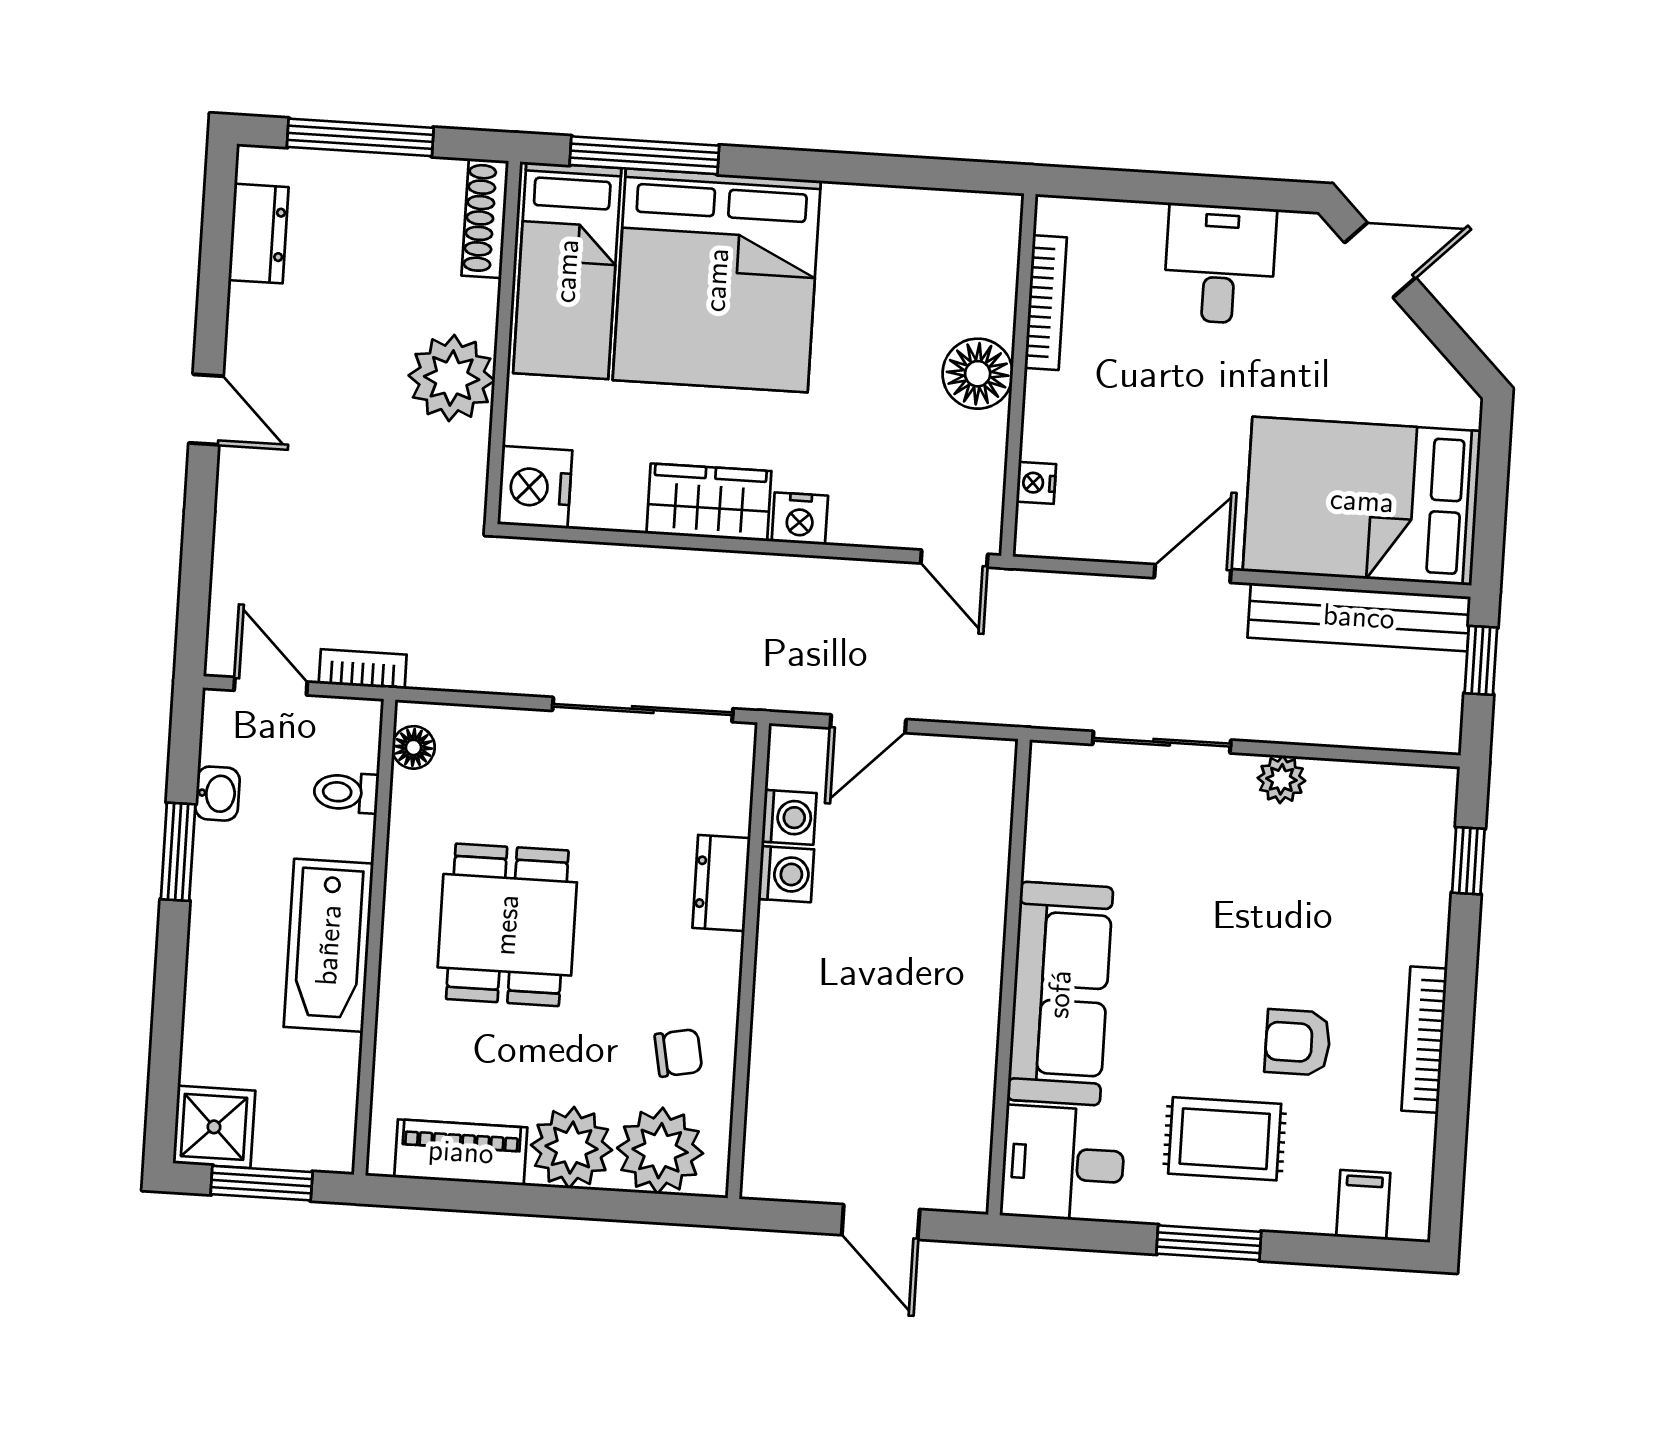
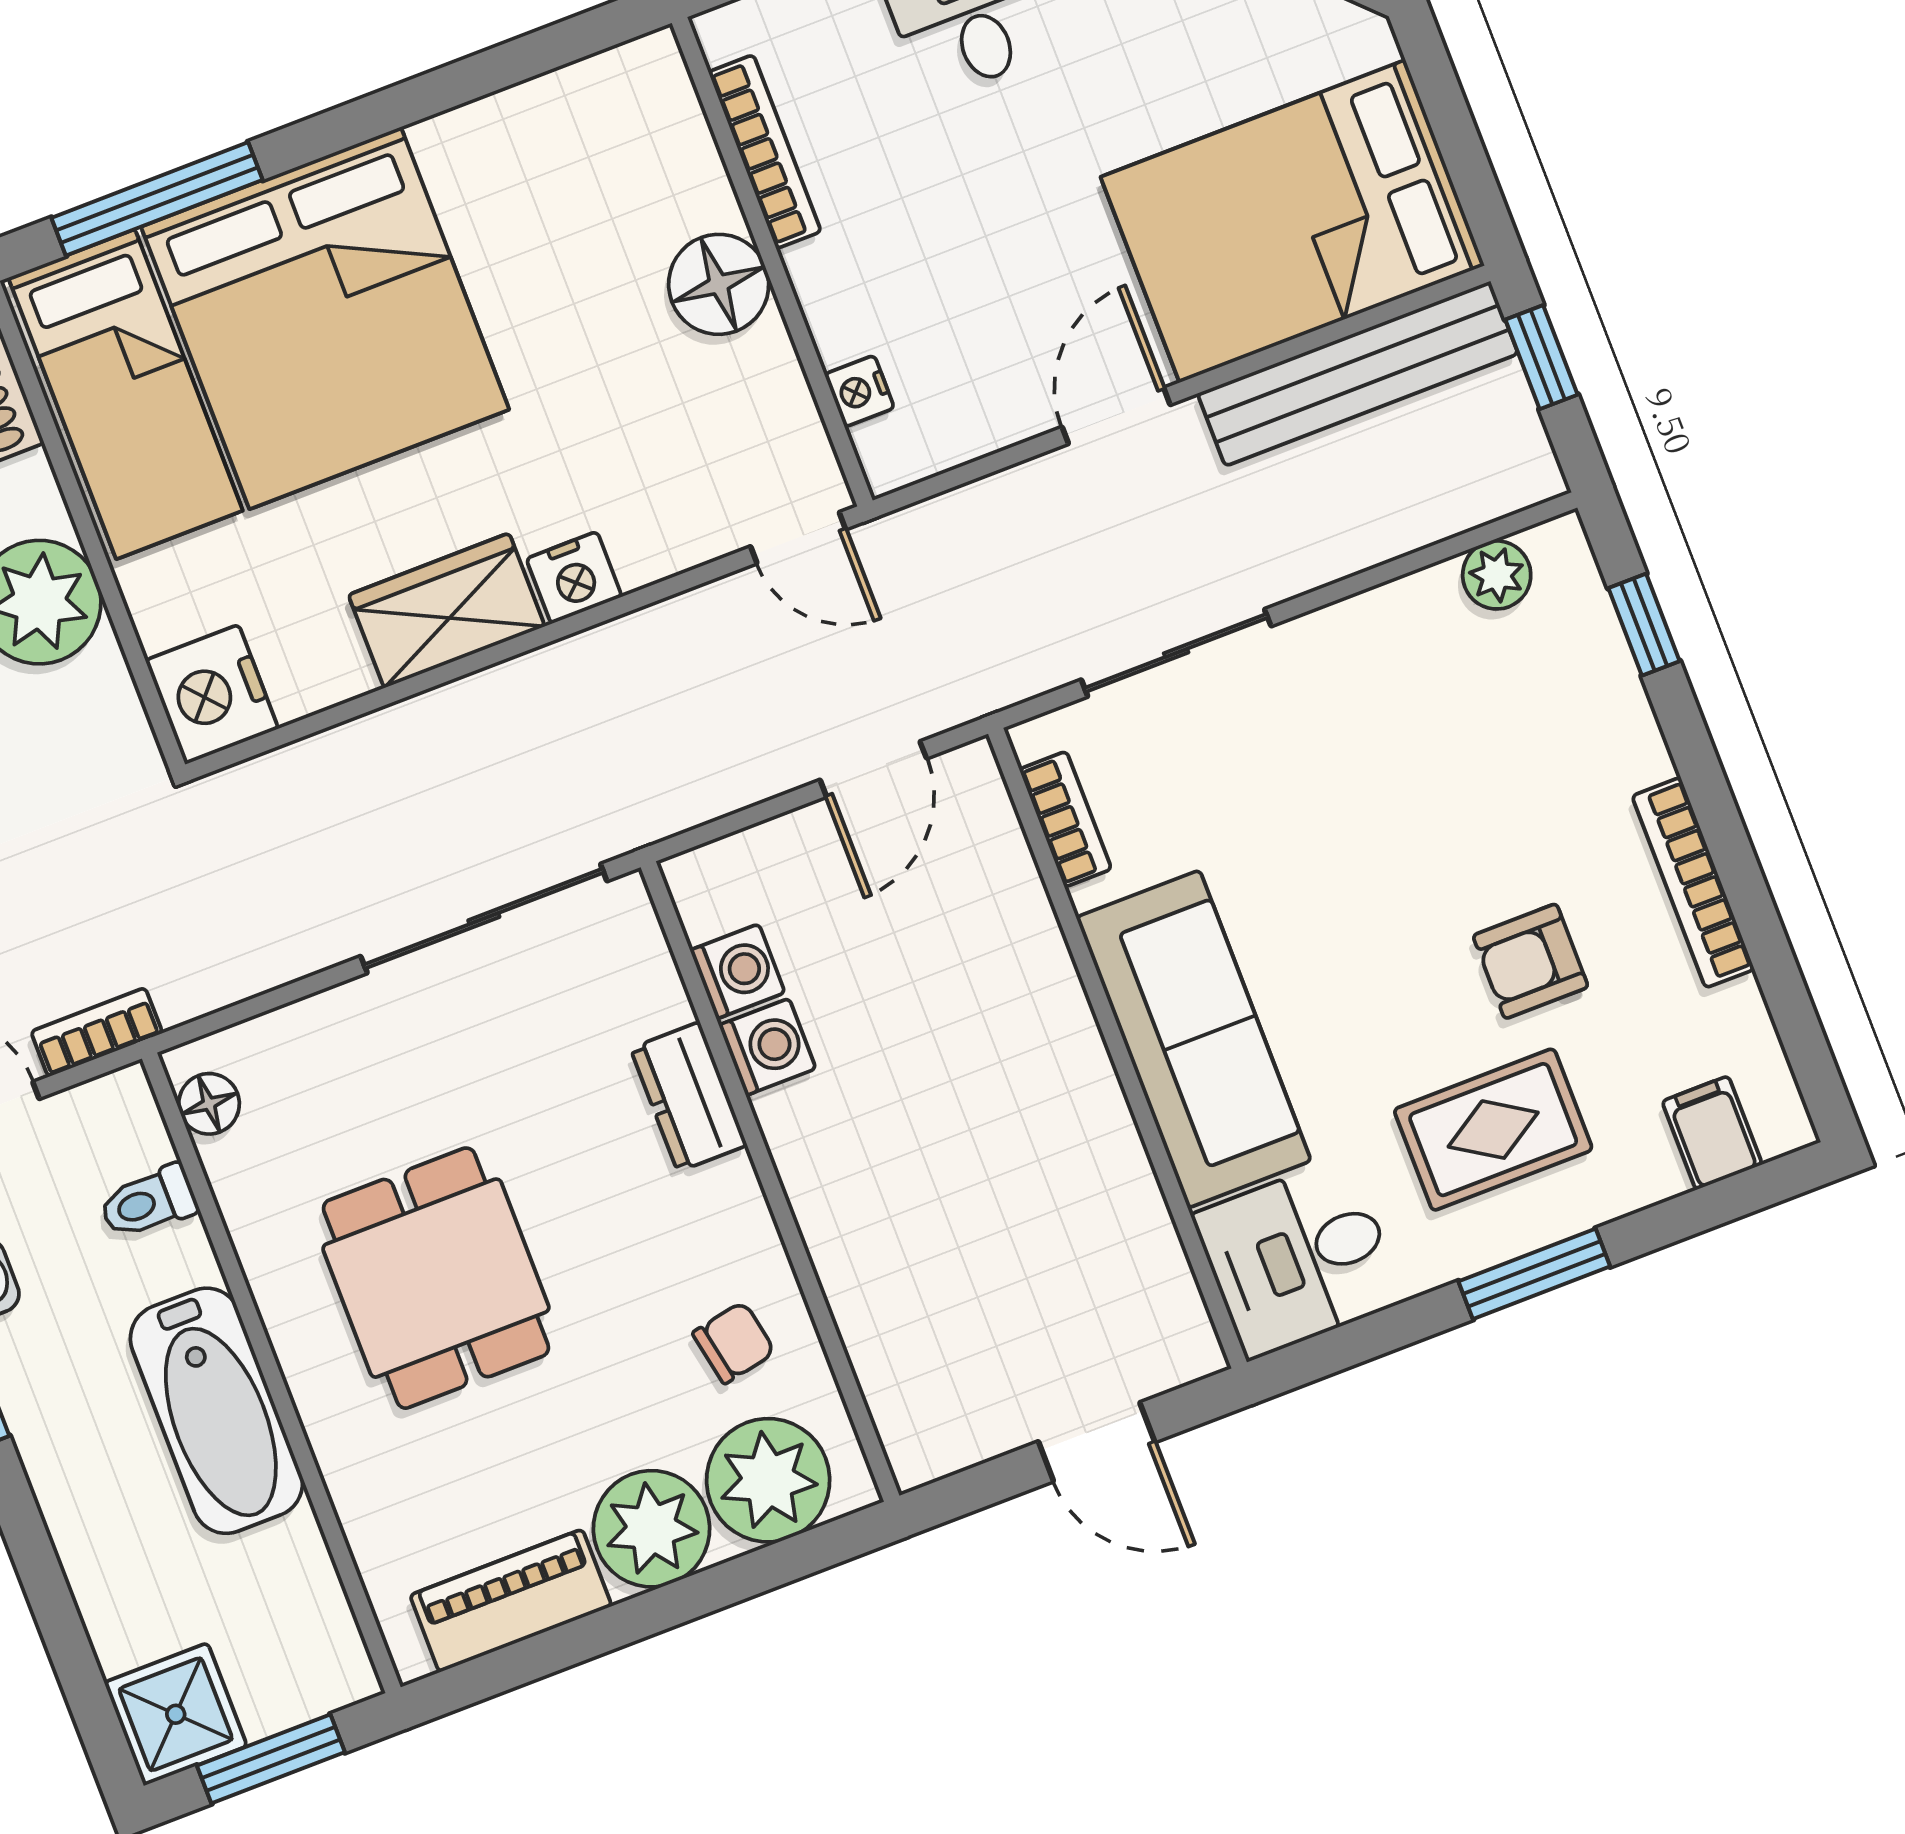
door: (868, 724) -> (873, 769), moved
plant: (1281, 779) -> (1497, 575), moved
bookcase: (1043, 816) -> (1065, 819), added

